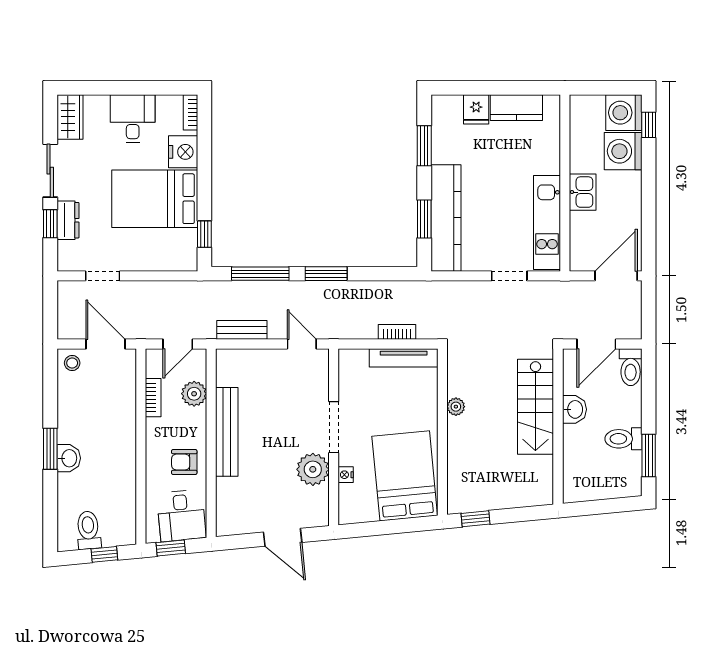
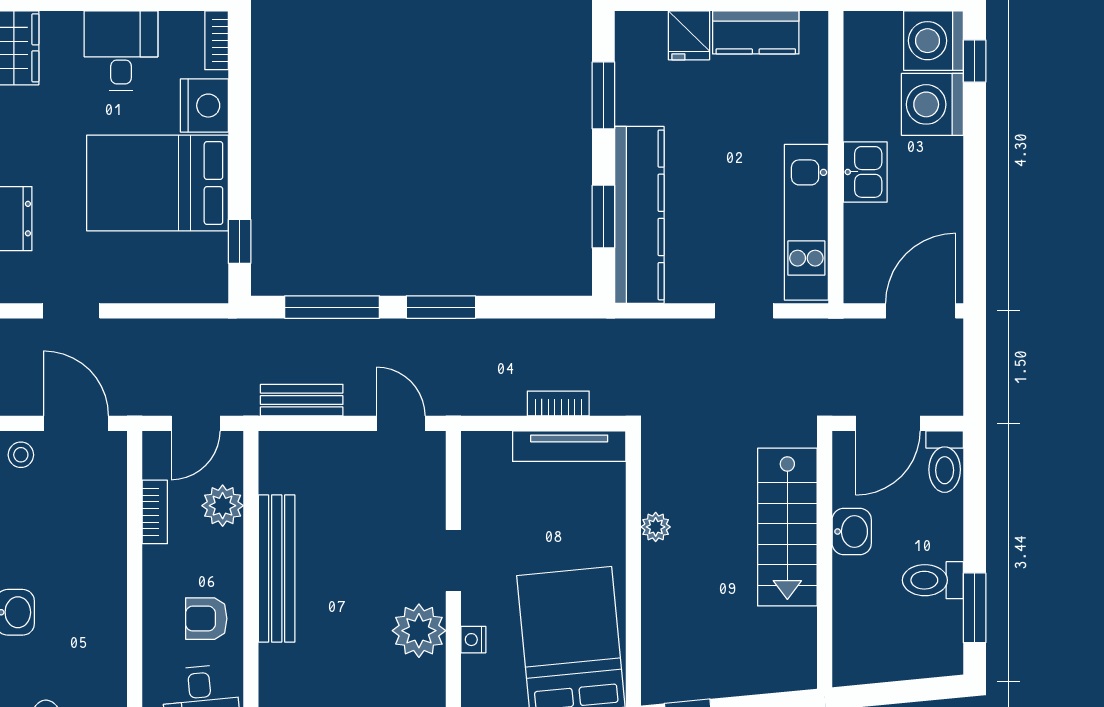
doorway: (334, 427) -> (453, 561), width x0.73

